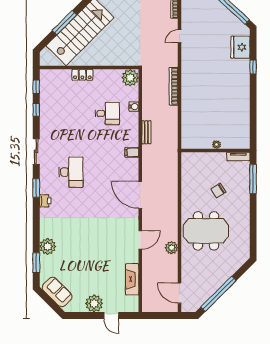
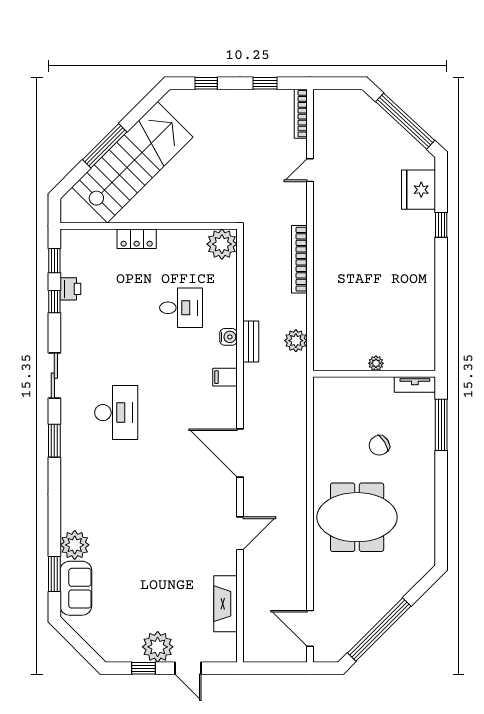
water cooler: (134, 107) -> (228, 337), moved
printer: (45, 201) -> (70, 289), moved
plant: (172, 248) -> (296, 341), moved
sofa: (57, 292) -> (76, 588), moved, turned 45
window: (86, 315) -> (144, 668), added

